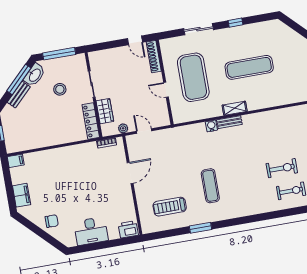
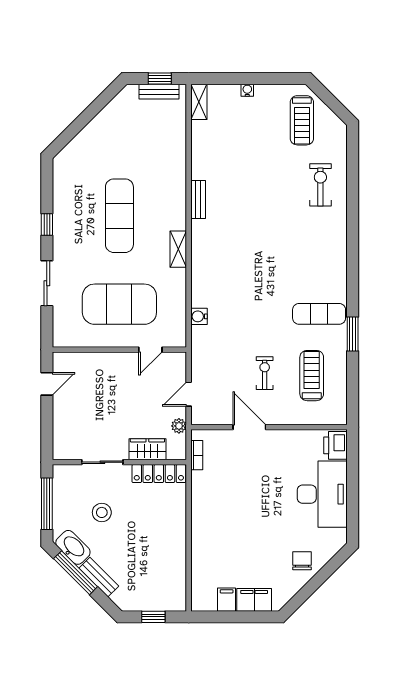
shoe rack: (154, 57) -> (77, 359), removed
door: (166, 90) -> (150, 350), moved
bench: (229, 122) -> (198, 200), moved
water cooler: (211, 126) -> (199, 316), moved
filing cabinet: (16, 161) -> (227, 600), moved
exercise bike: (282, 168) -> (265, 373), moved, width x0.73, depth x0.72
exercise mat: (210, 186) -> (319, 314), moved
treadmill: (170, 207) -> (312, 376), turned 180
desk: (91, 231) -> (322, 494), width x1.36, depth x1.30

